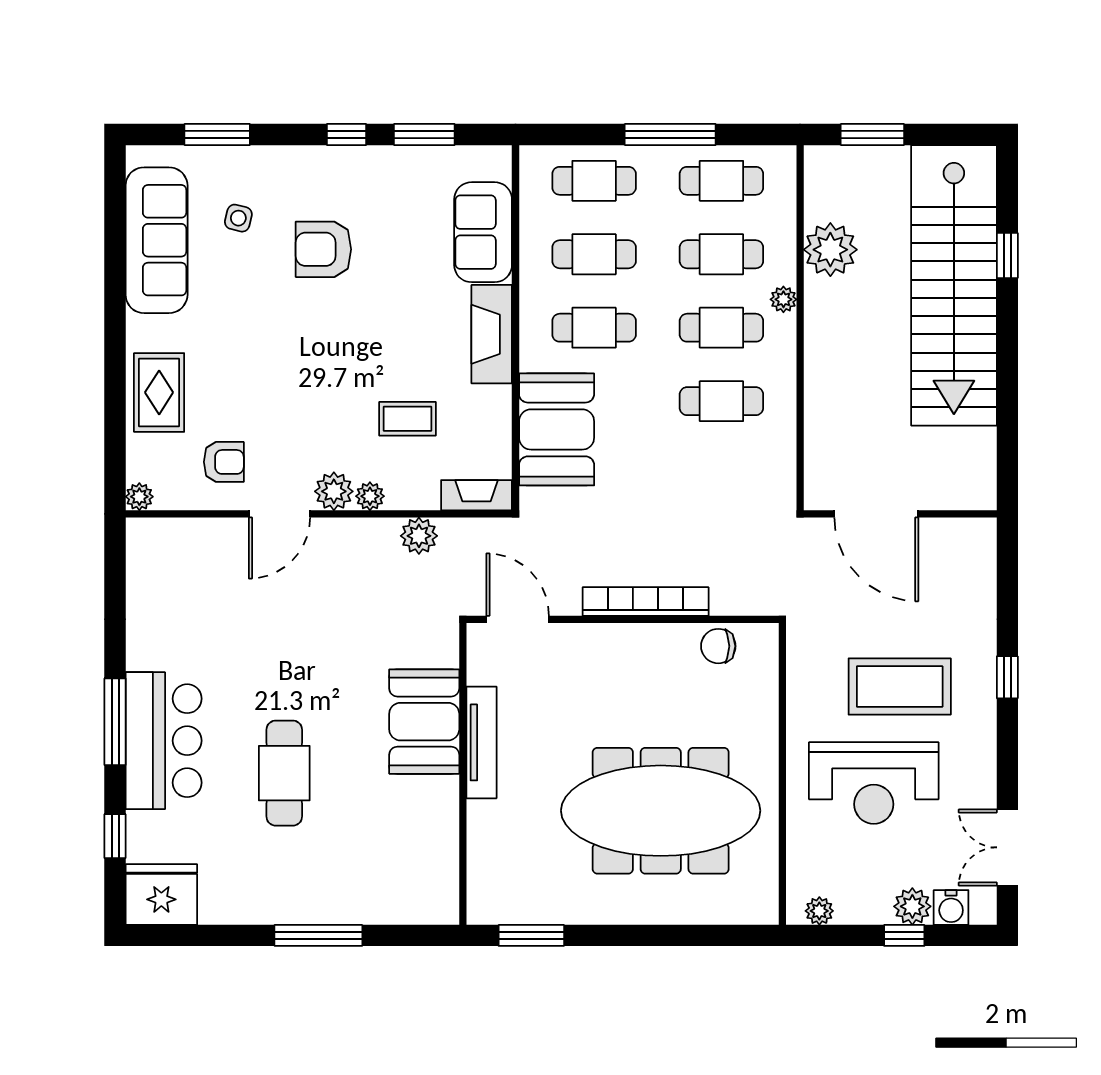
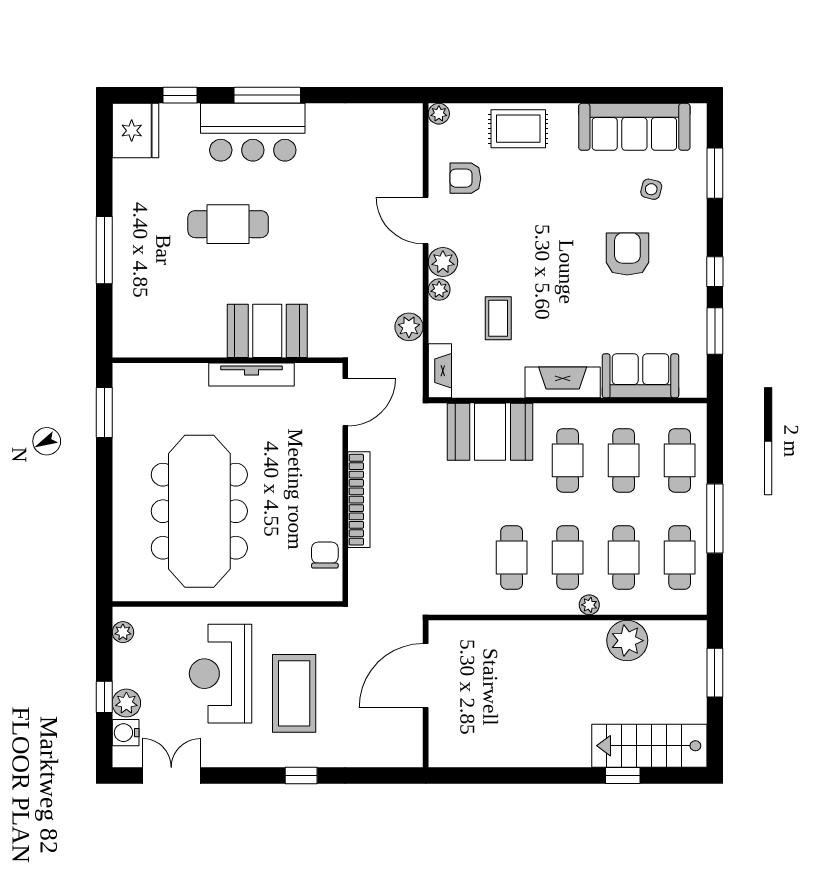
stairs: (954, 285) -> (649, 746), width x0.54, depth x0.66
armchair: (224, 462) -> (465, 178), turned 90

